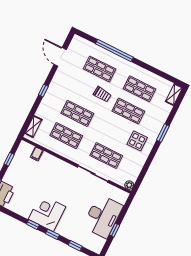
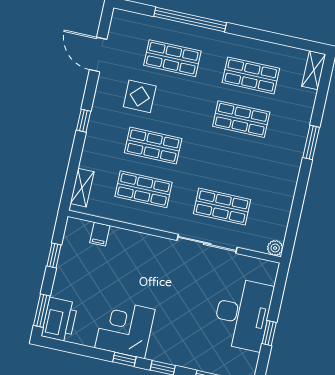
trolley: (102, 94) -> (188, 101), removed
display table: (137, 141) -> (140, 96), moved
corner desk: (47, 213) -> (125, 329), moved

